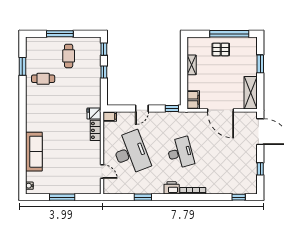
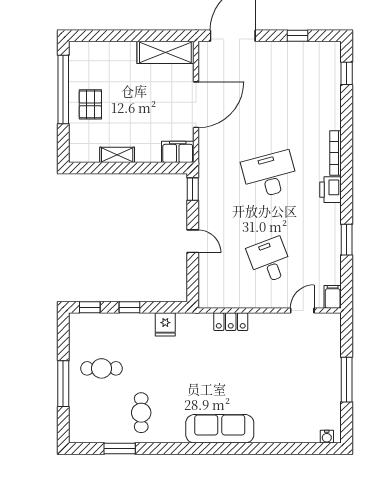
window: (260, 64) -> (115, 36), removed
fridge: (94, 114) -> (165, 324), moved
filing cabinet: (110, 116) -> (333, 297), moved
sofa: (34, 152) -> (220, 429), moved
desk: (131, 153) -> (270, 260), width x0.53, depth x0.77

